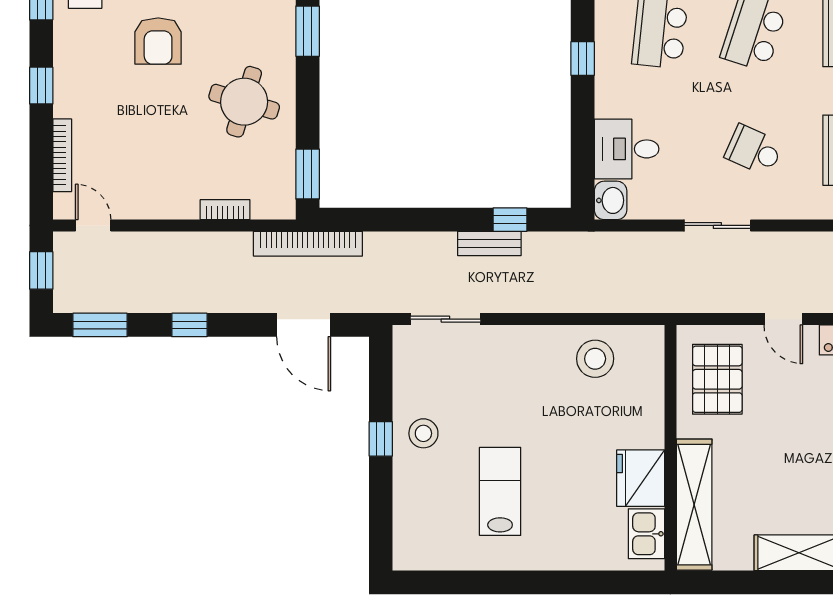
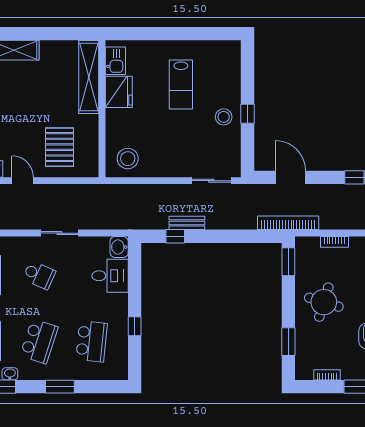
wall: (670, 448) -> (102, 109), moved
fridge: (641, 478) -> (119, 92), moved
shelving: (694, 505) -> (89, 77), moved
kitchen sink: (646, 534) -> (115, 61), moved

